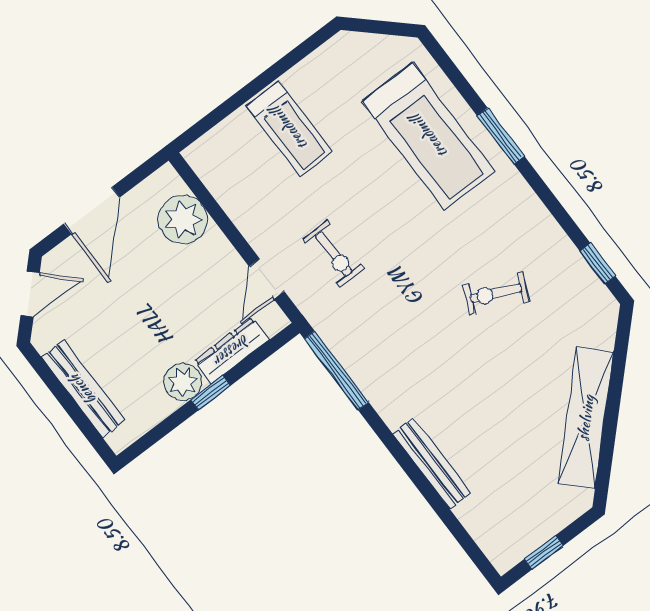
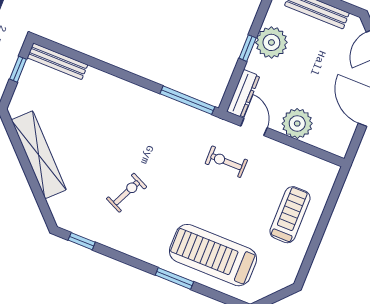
treadmill: (289, 128) -> (290, 215), turned 90
plant: (183, 219) -> (297, 123), moved
dresser: (232, 350) -> (243, 94), moved
plant: (183, 382) -> (271, 42), width x1.36, depth x1.36
bench: (432, 464) -> (57, 61), moved

